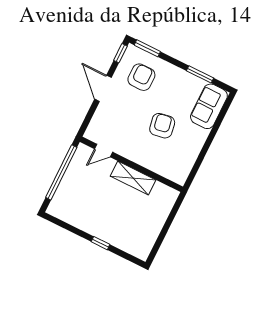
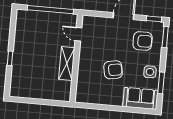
side table: (182, 83) -> (150, 72), added

